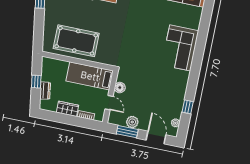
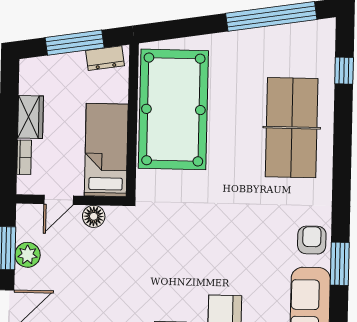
pool table: (76, 41) -> (173, 109), width x1.36, depth x1.32
window: (36, 82) -> (75, 43), width x2.17
dresser: (45, 91) -> (105, 58), moved

